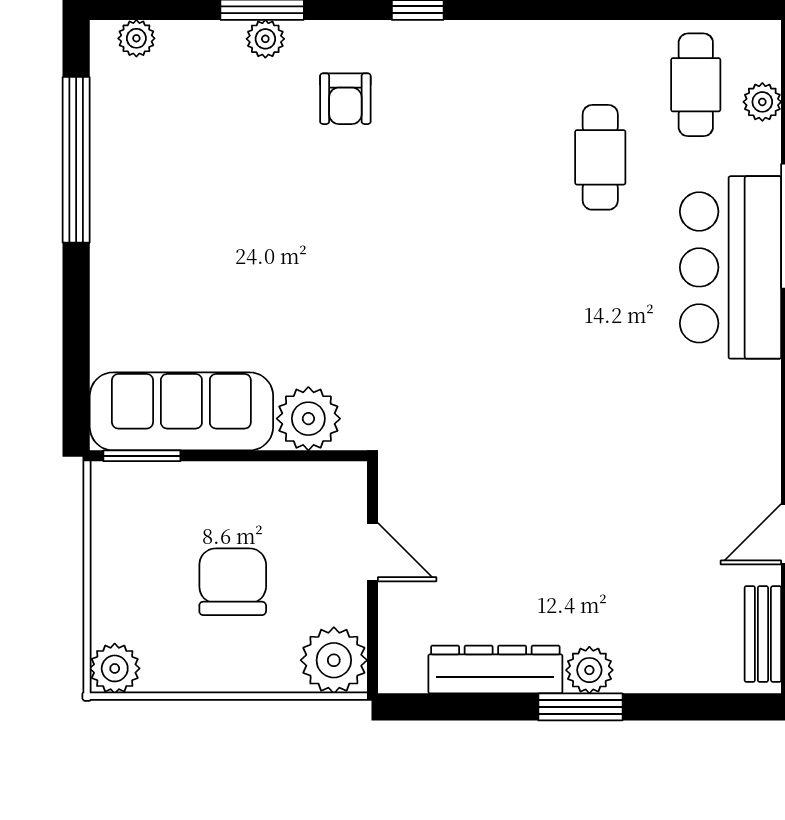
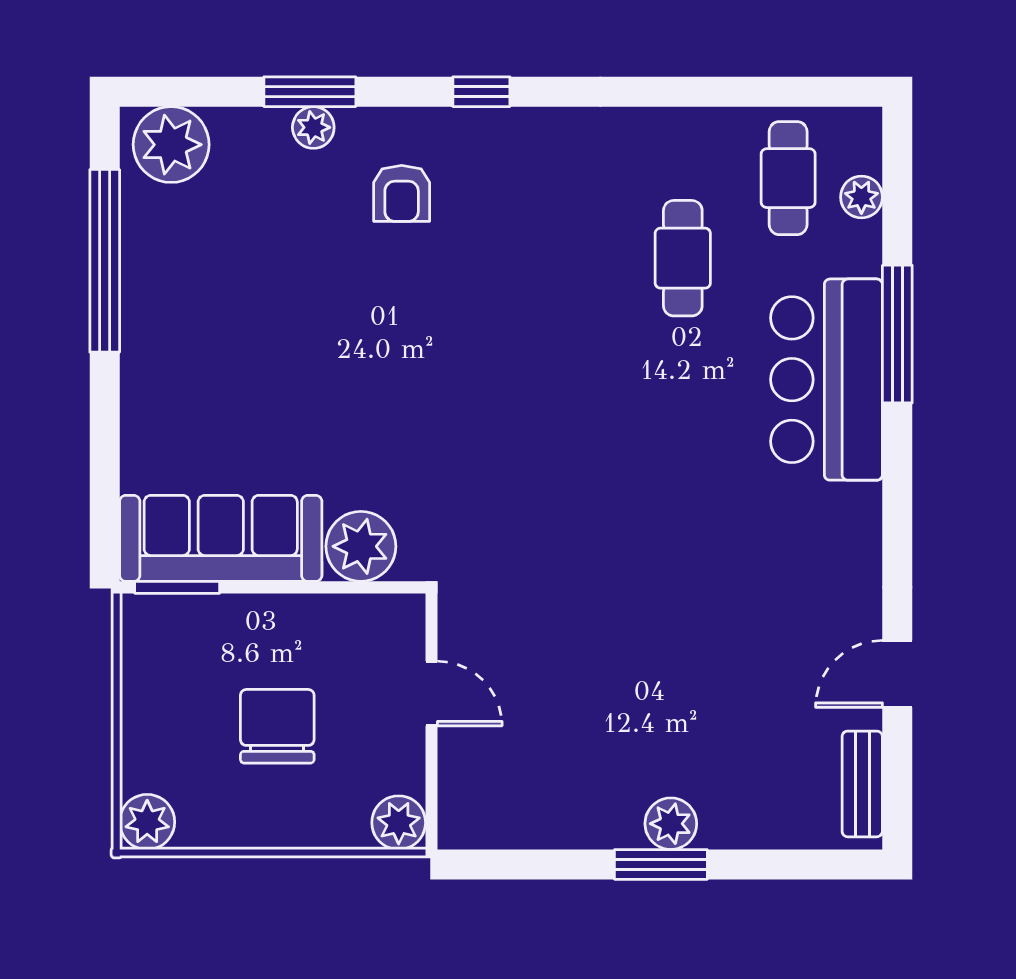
plant: (136, 38) -> (171, 145), width x1.87, depth x1.87
plant: (334, 660) -> (399, 823), width x0.73, depth x0.73
dresser: (495, 670) -> (567, 823), removed

